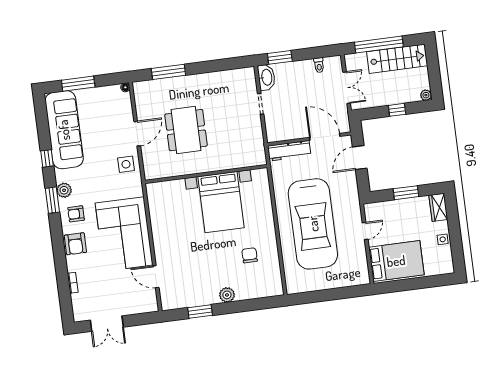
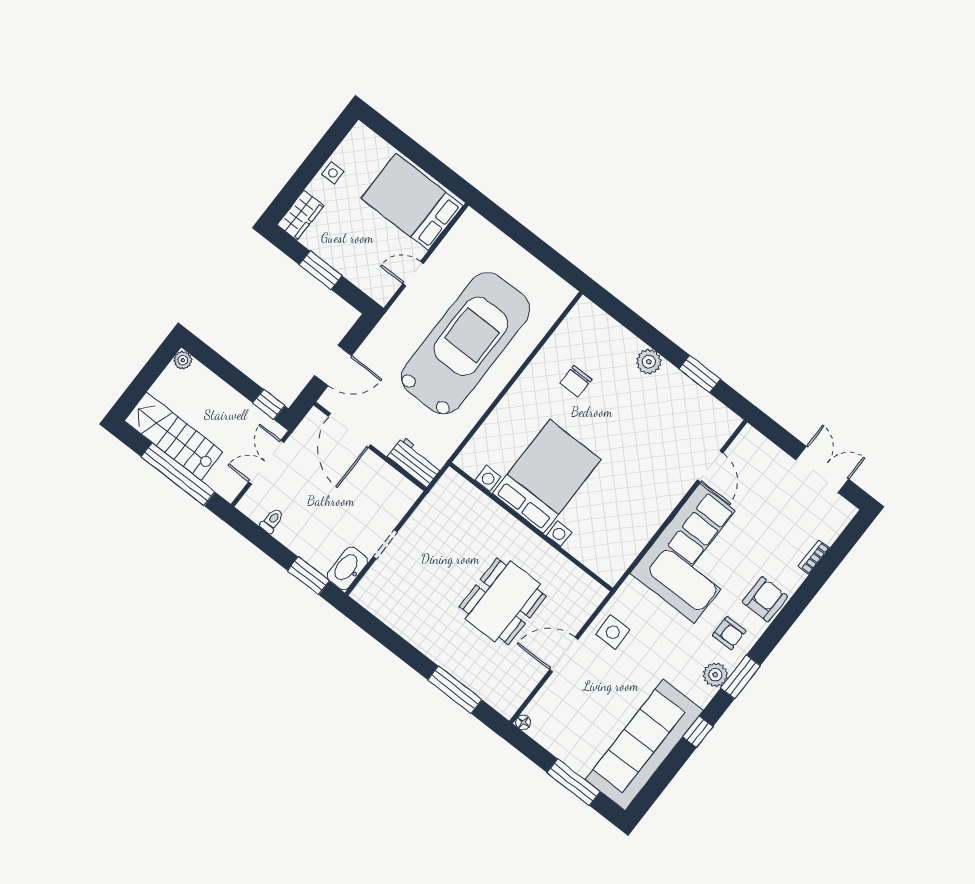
window: (397, 110) -> (269, 404), moved
workbench: (289, 151) -> (415, 462), width x0.73

